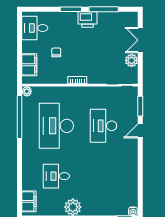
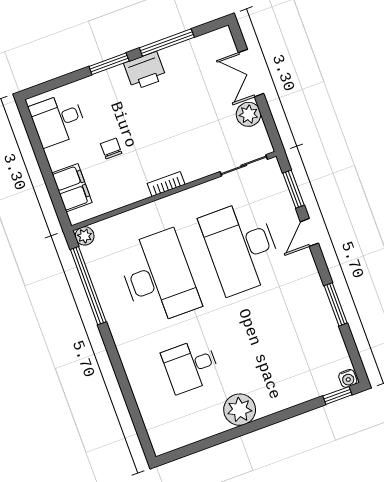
desk: (56, 126) -> (159, 277), turned 180
desk: (104, 126) -> (241, 247), width x1.36, depth x1.30
window: (140, 172) -> (336, 304), added
filing cabinet: (29, 201) -> (159, 428), removed

